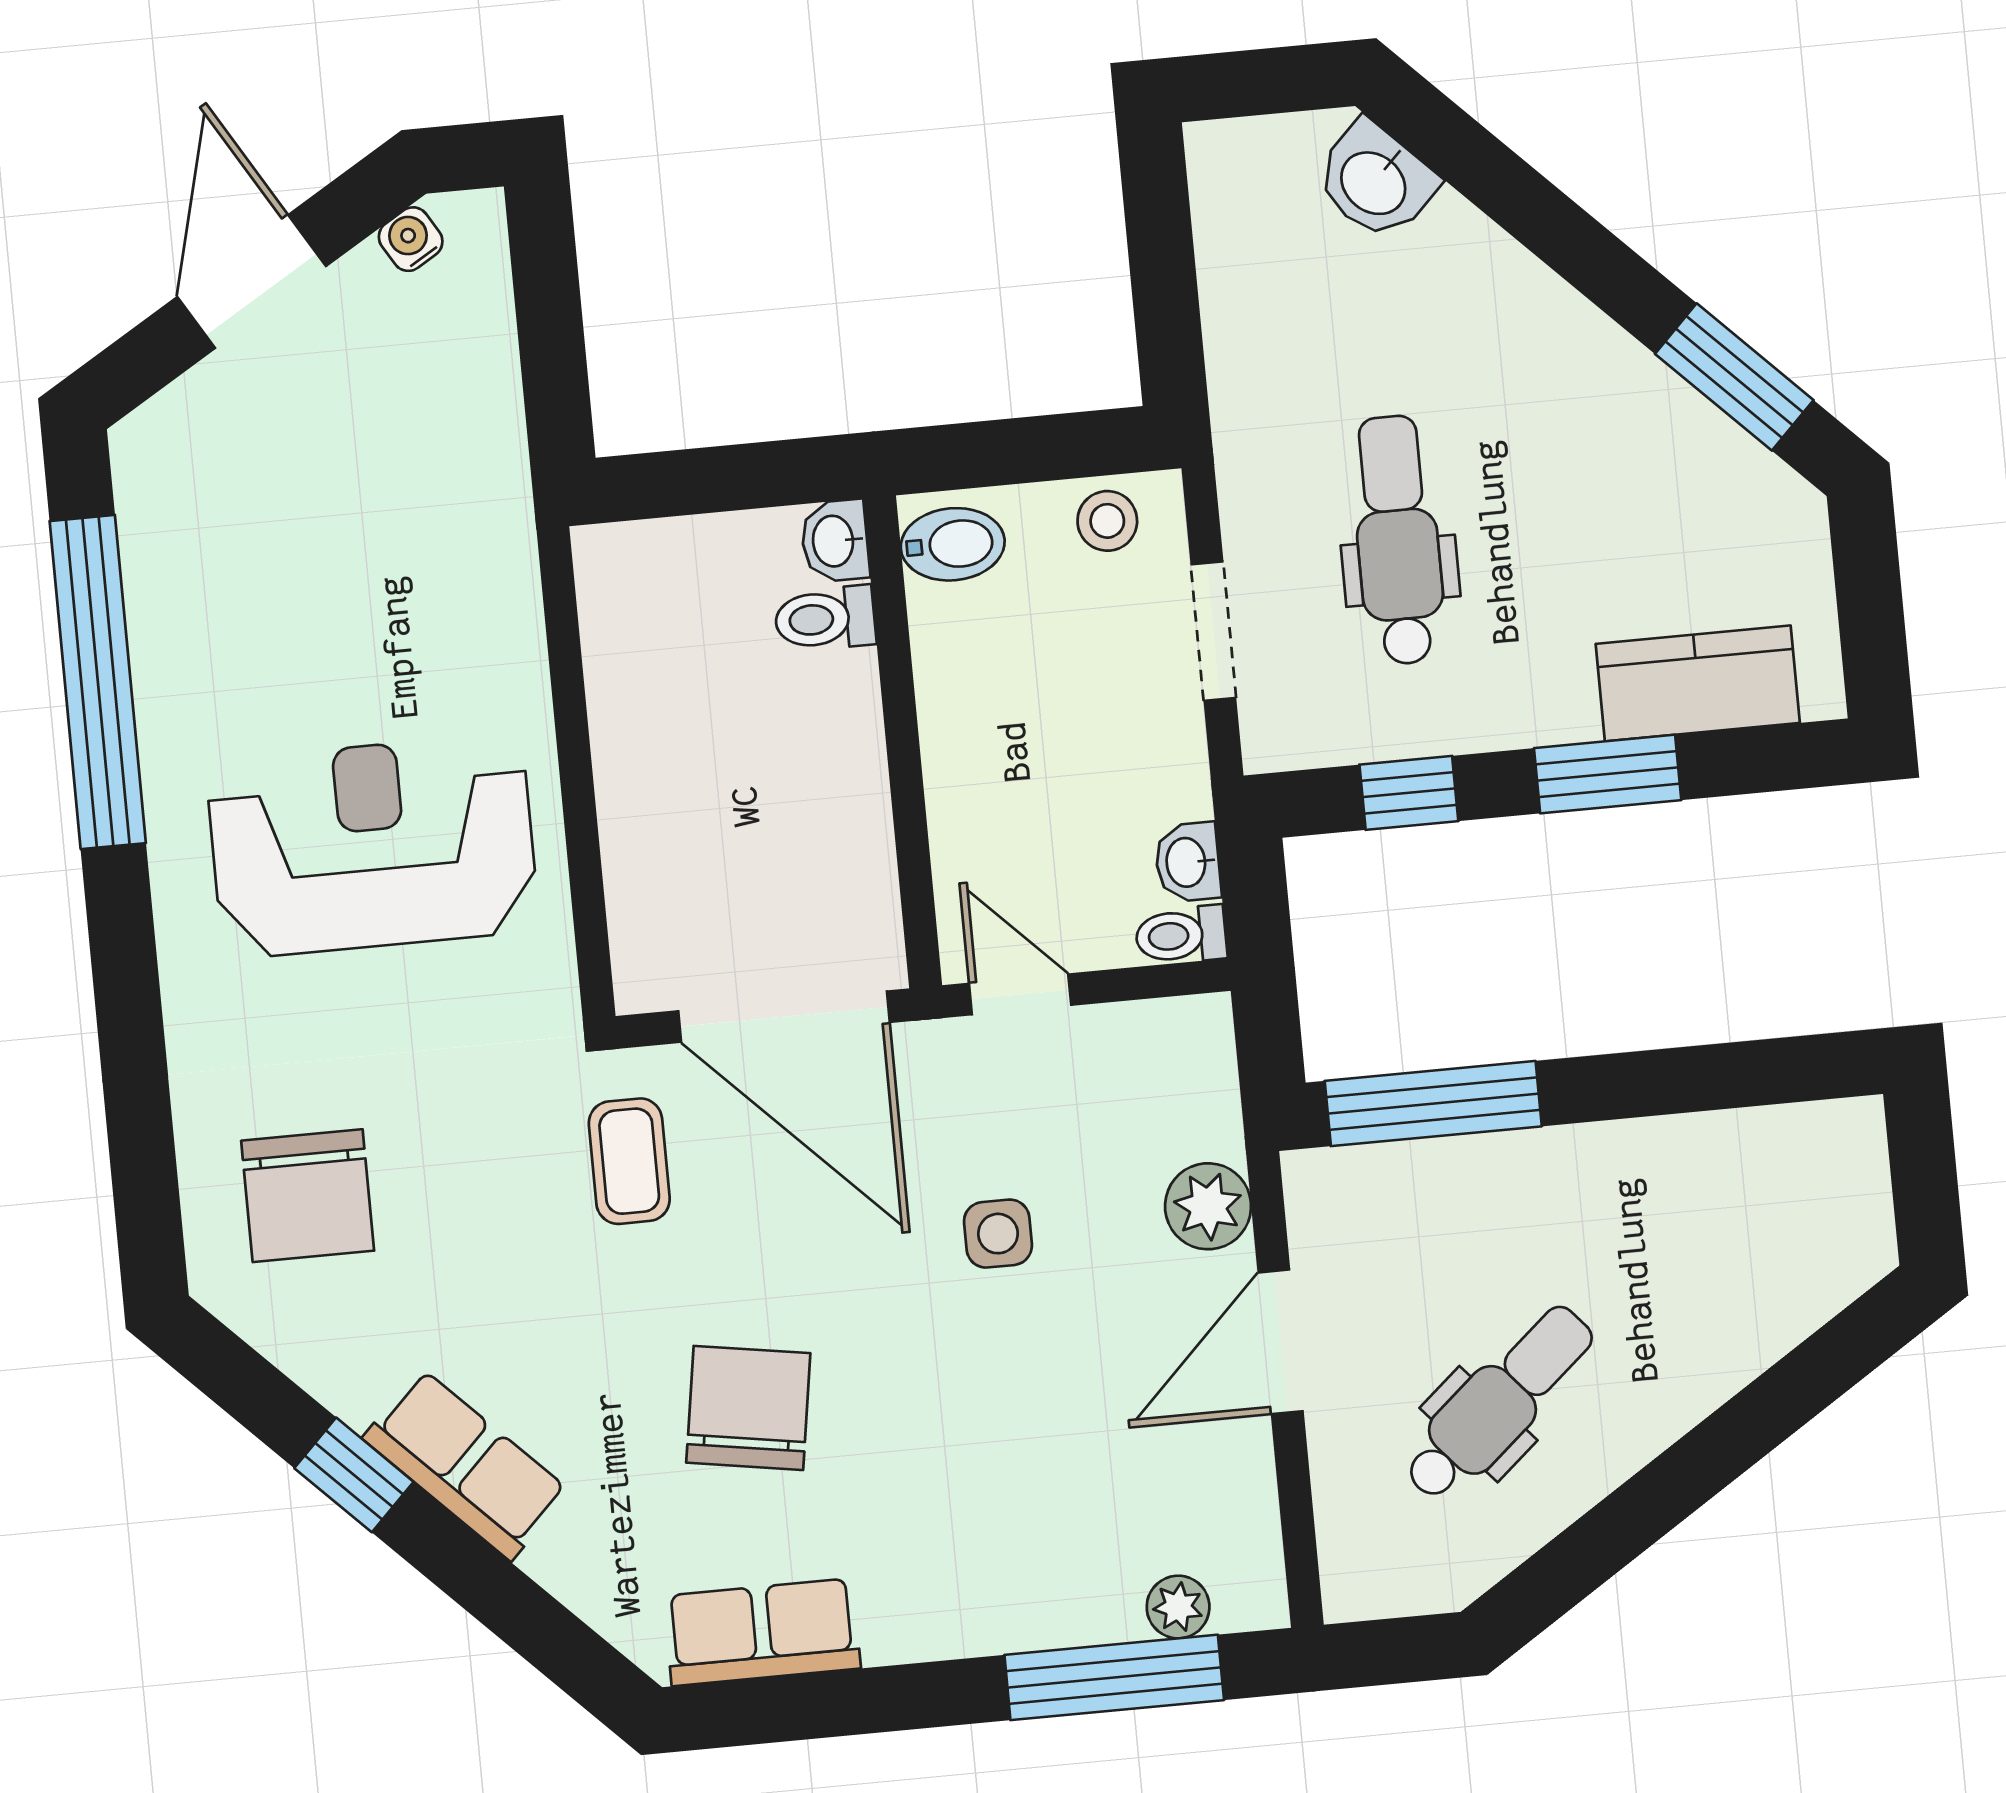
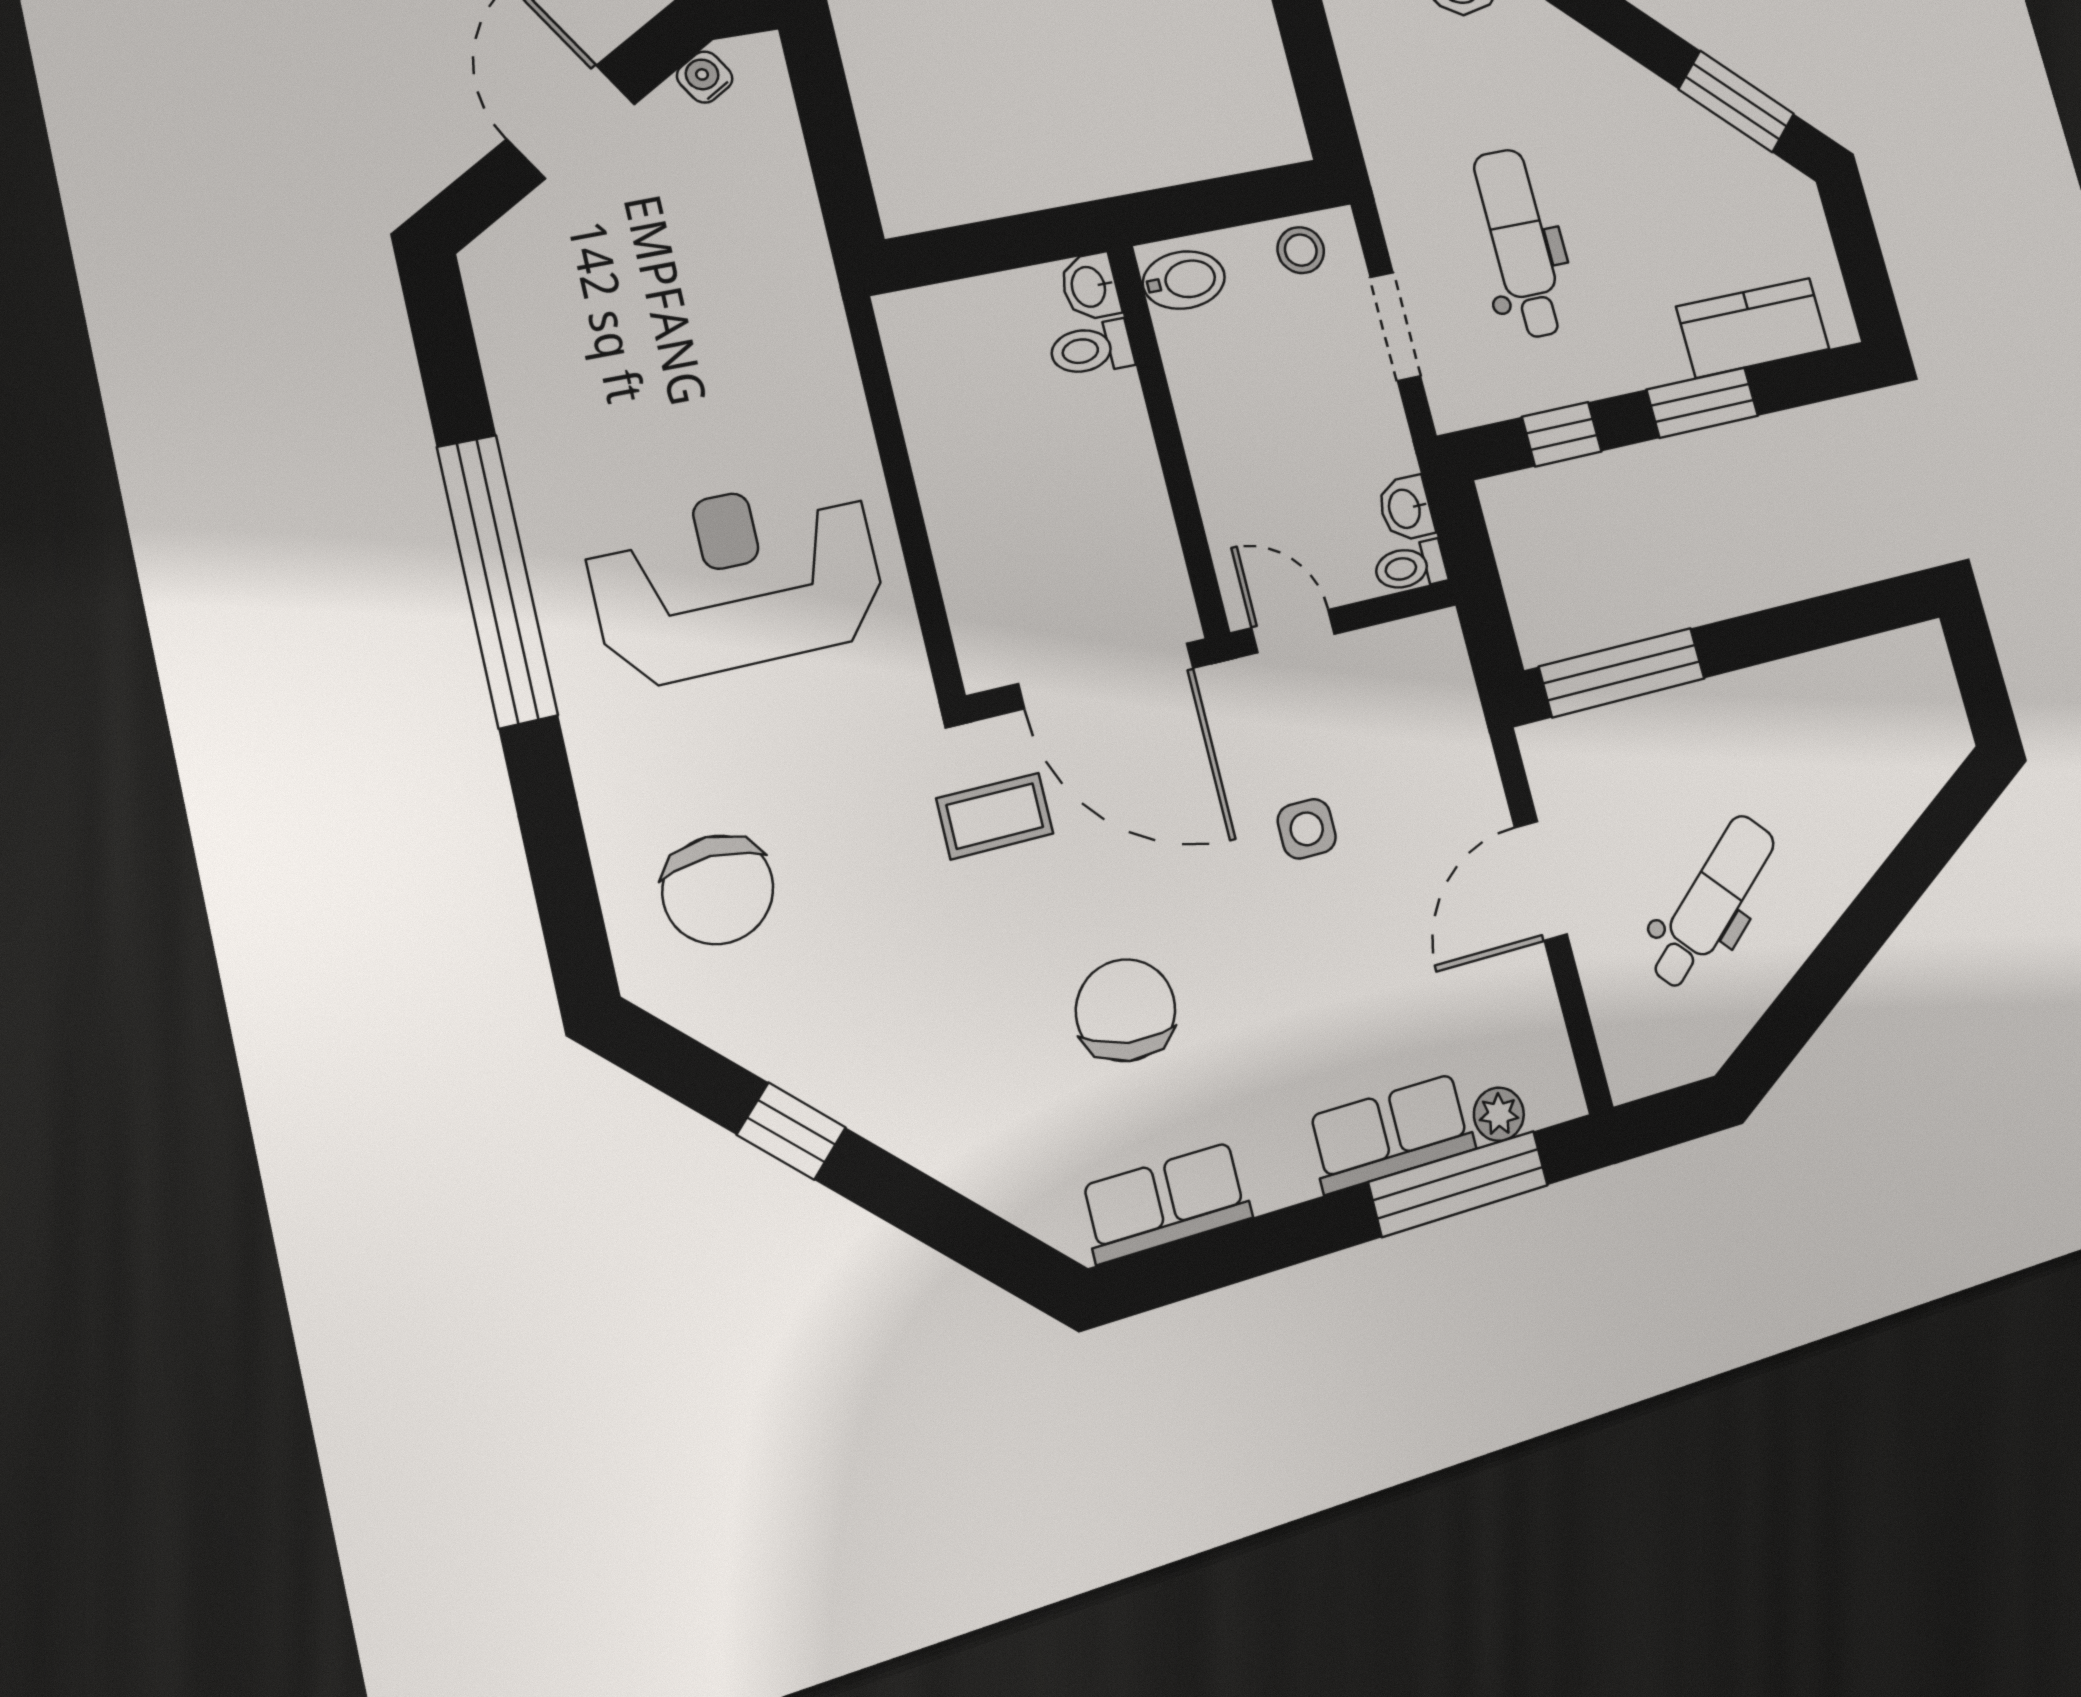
window: (98, 682) -> (497, 581), moved
coffee table: (629, 1161) -> (995, 816), turned 90
plant: (1208, 1206) -> (1467, 780), removed
row of seats: (466, 1464) -> (1391, 1133), moved, turned -45

